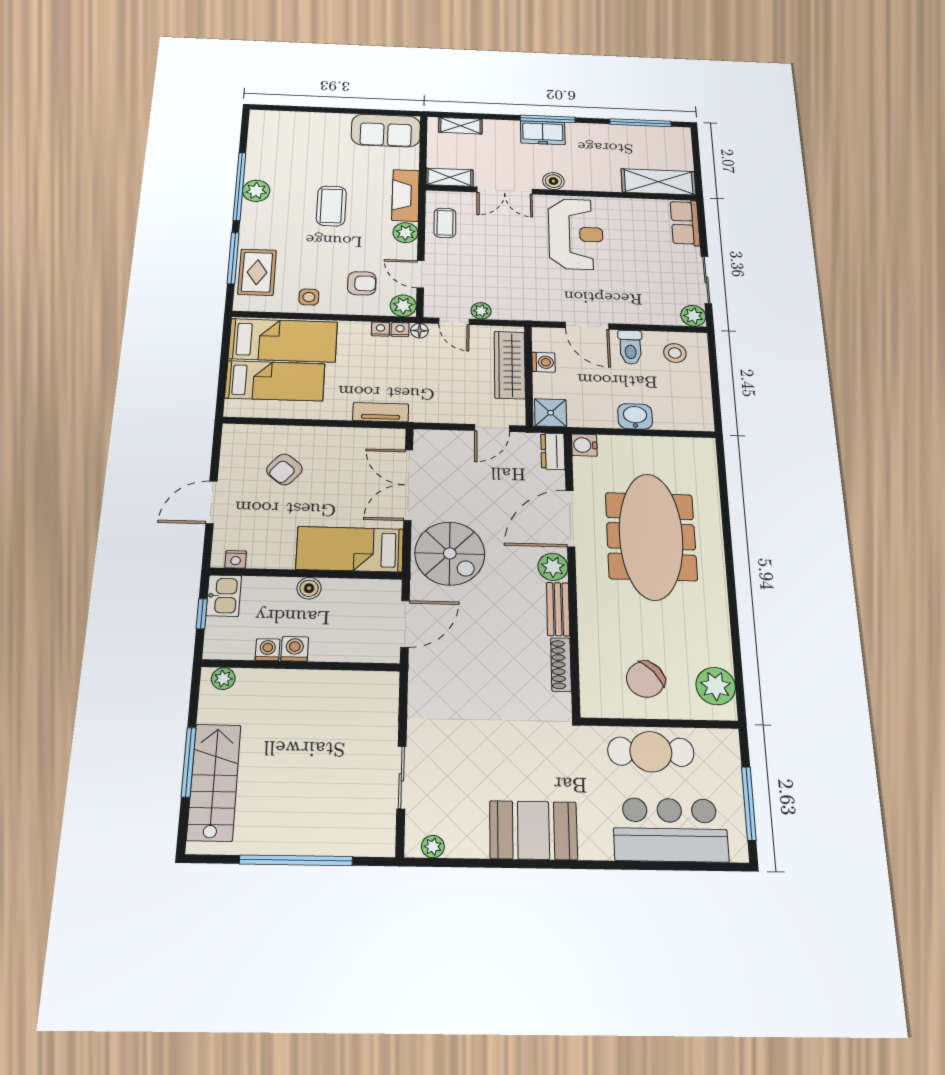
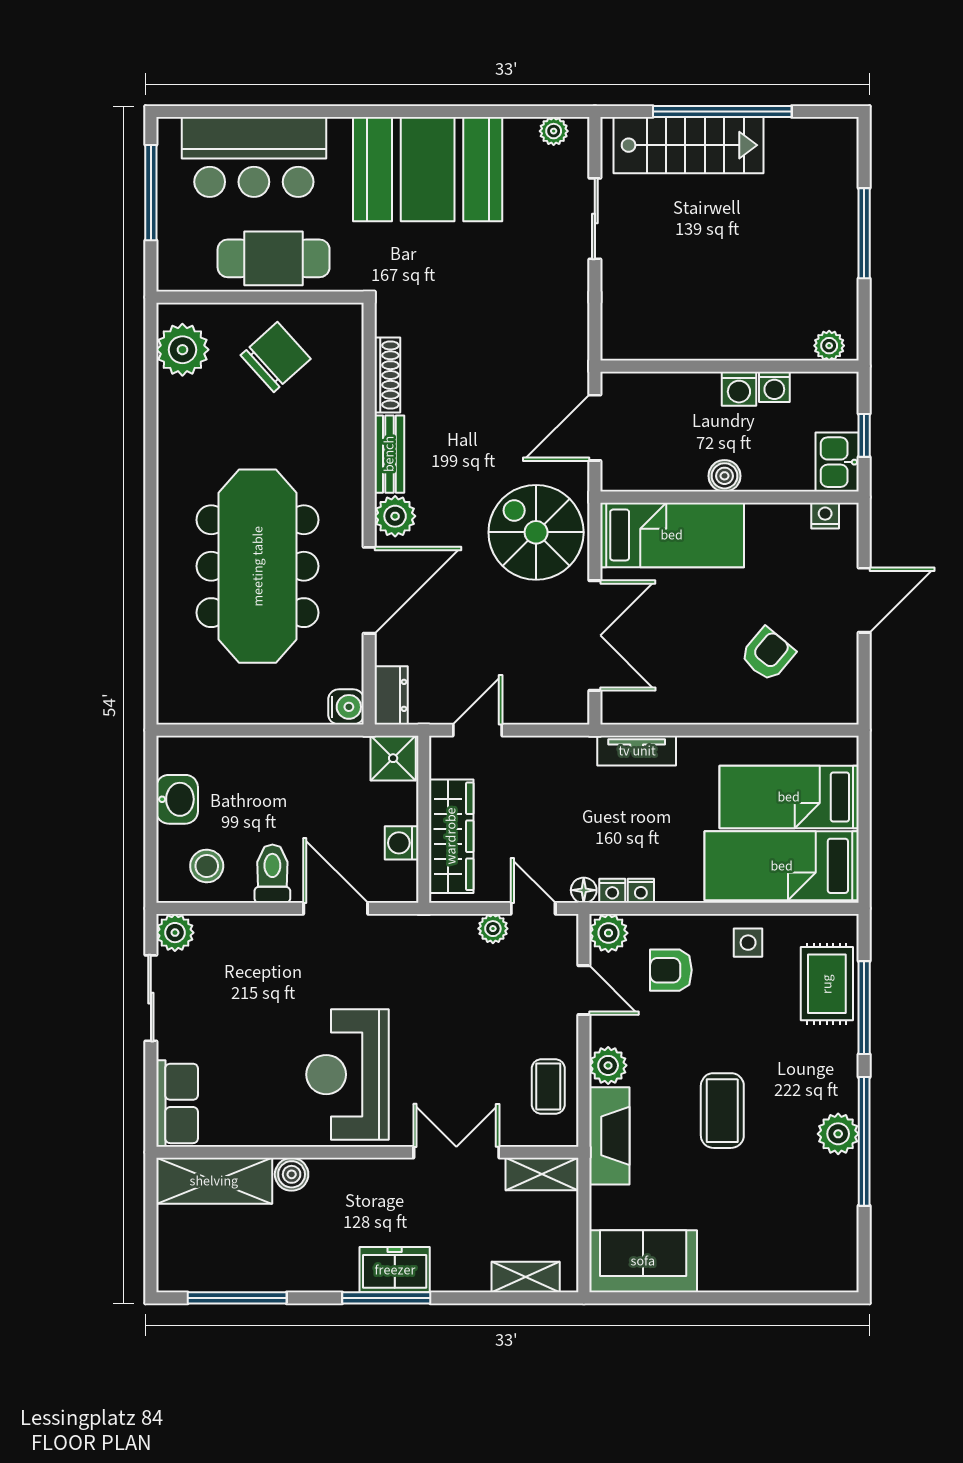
boiler: (553, 181) -> (292, 1174), moved
washbasin: (635, 416) -> (177, 799), moved, turned -90
stairs: (214, 782) -> (688, 145), moved, turned -90
booth: (533, 830) -> (428, 169), width x1.36, depth x1.42

